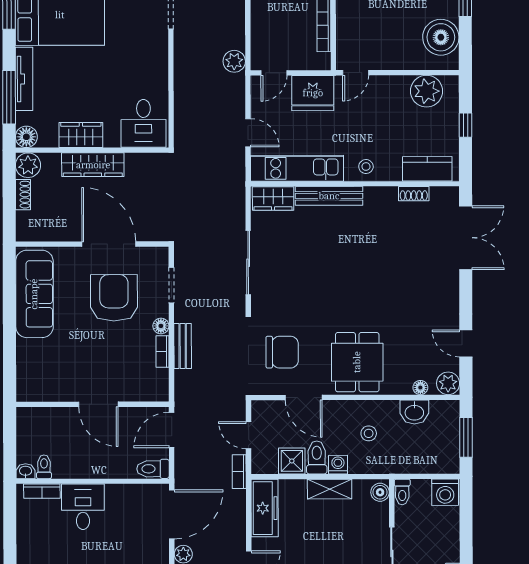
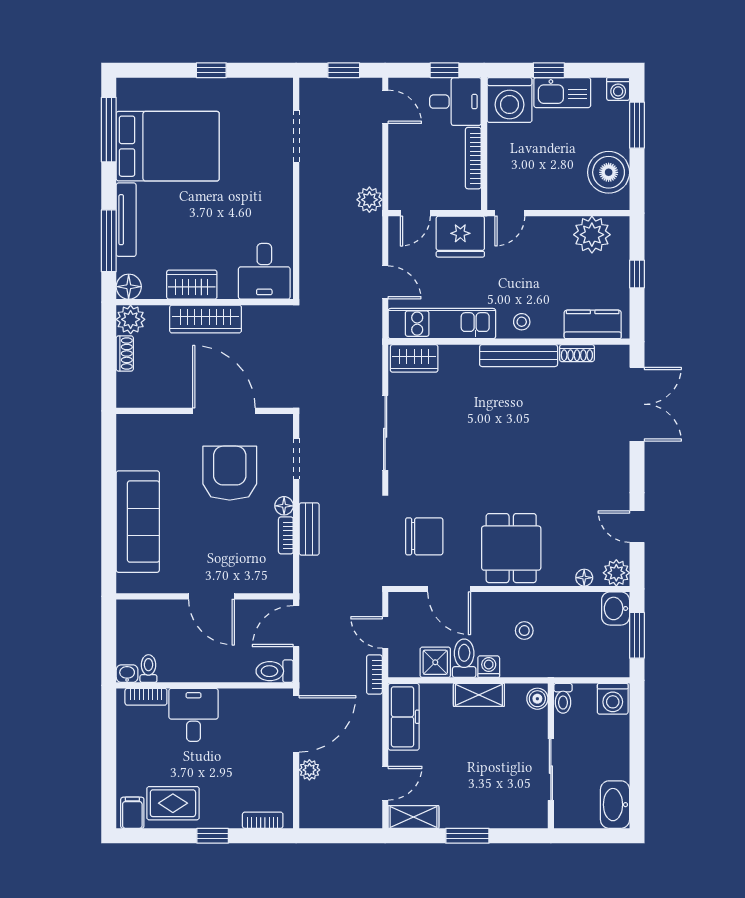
bench: (329, 196) -> (519, 356), moved
sofa: (34, 294) -> (138, 522), moved
washbasin: (414, 412) -> (616, 608), moved, turned 90

